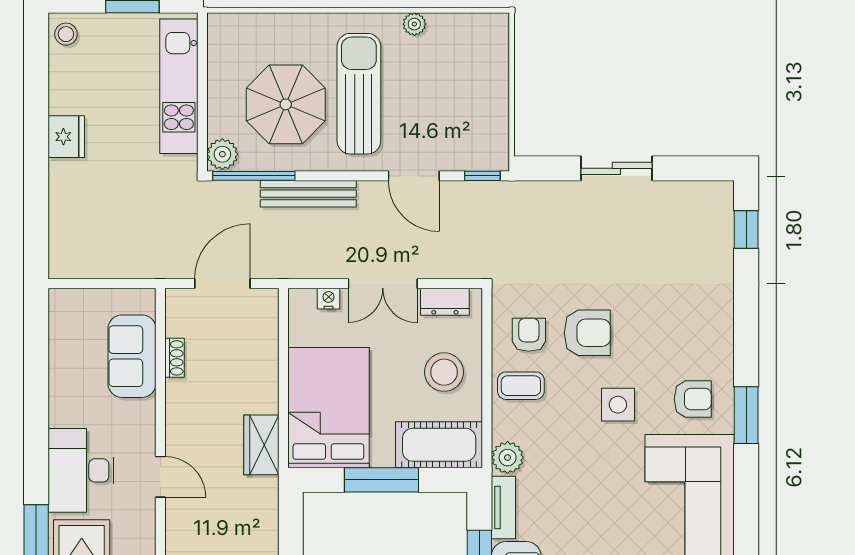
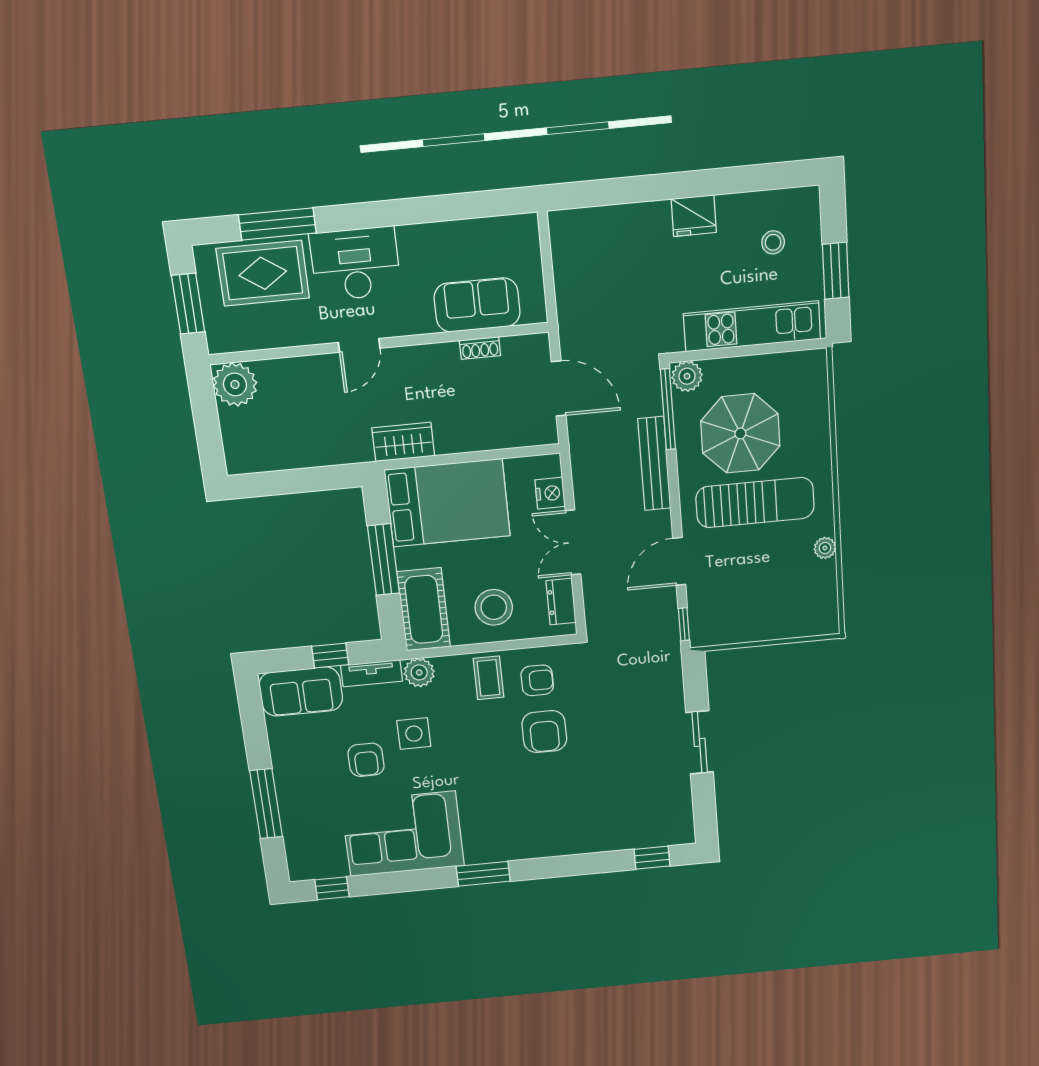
stool: (66, 34) -> (773, 242), moved
nightstand: (329, 299) -> (550, 493), width x1.39, depth x1.35
armchair: (693, 399) -> (366, 760), moved
side table: (618, 405) -> (414, 734), moved

